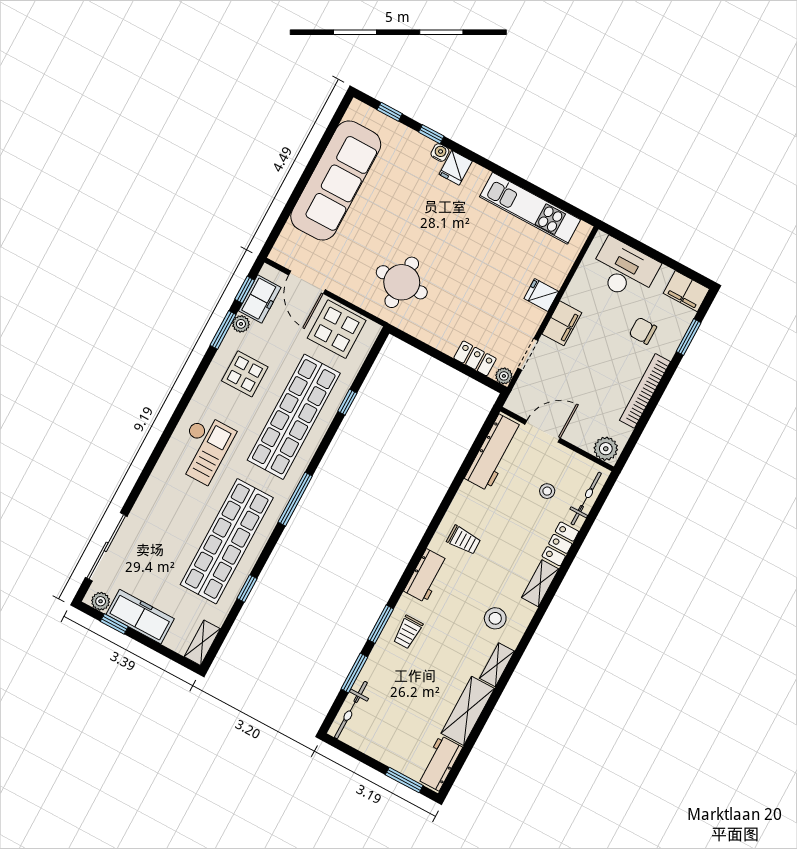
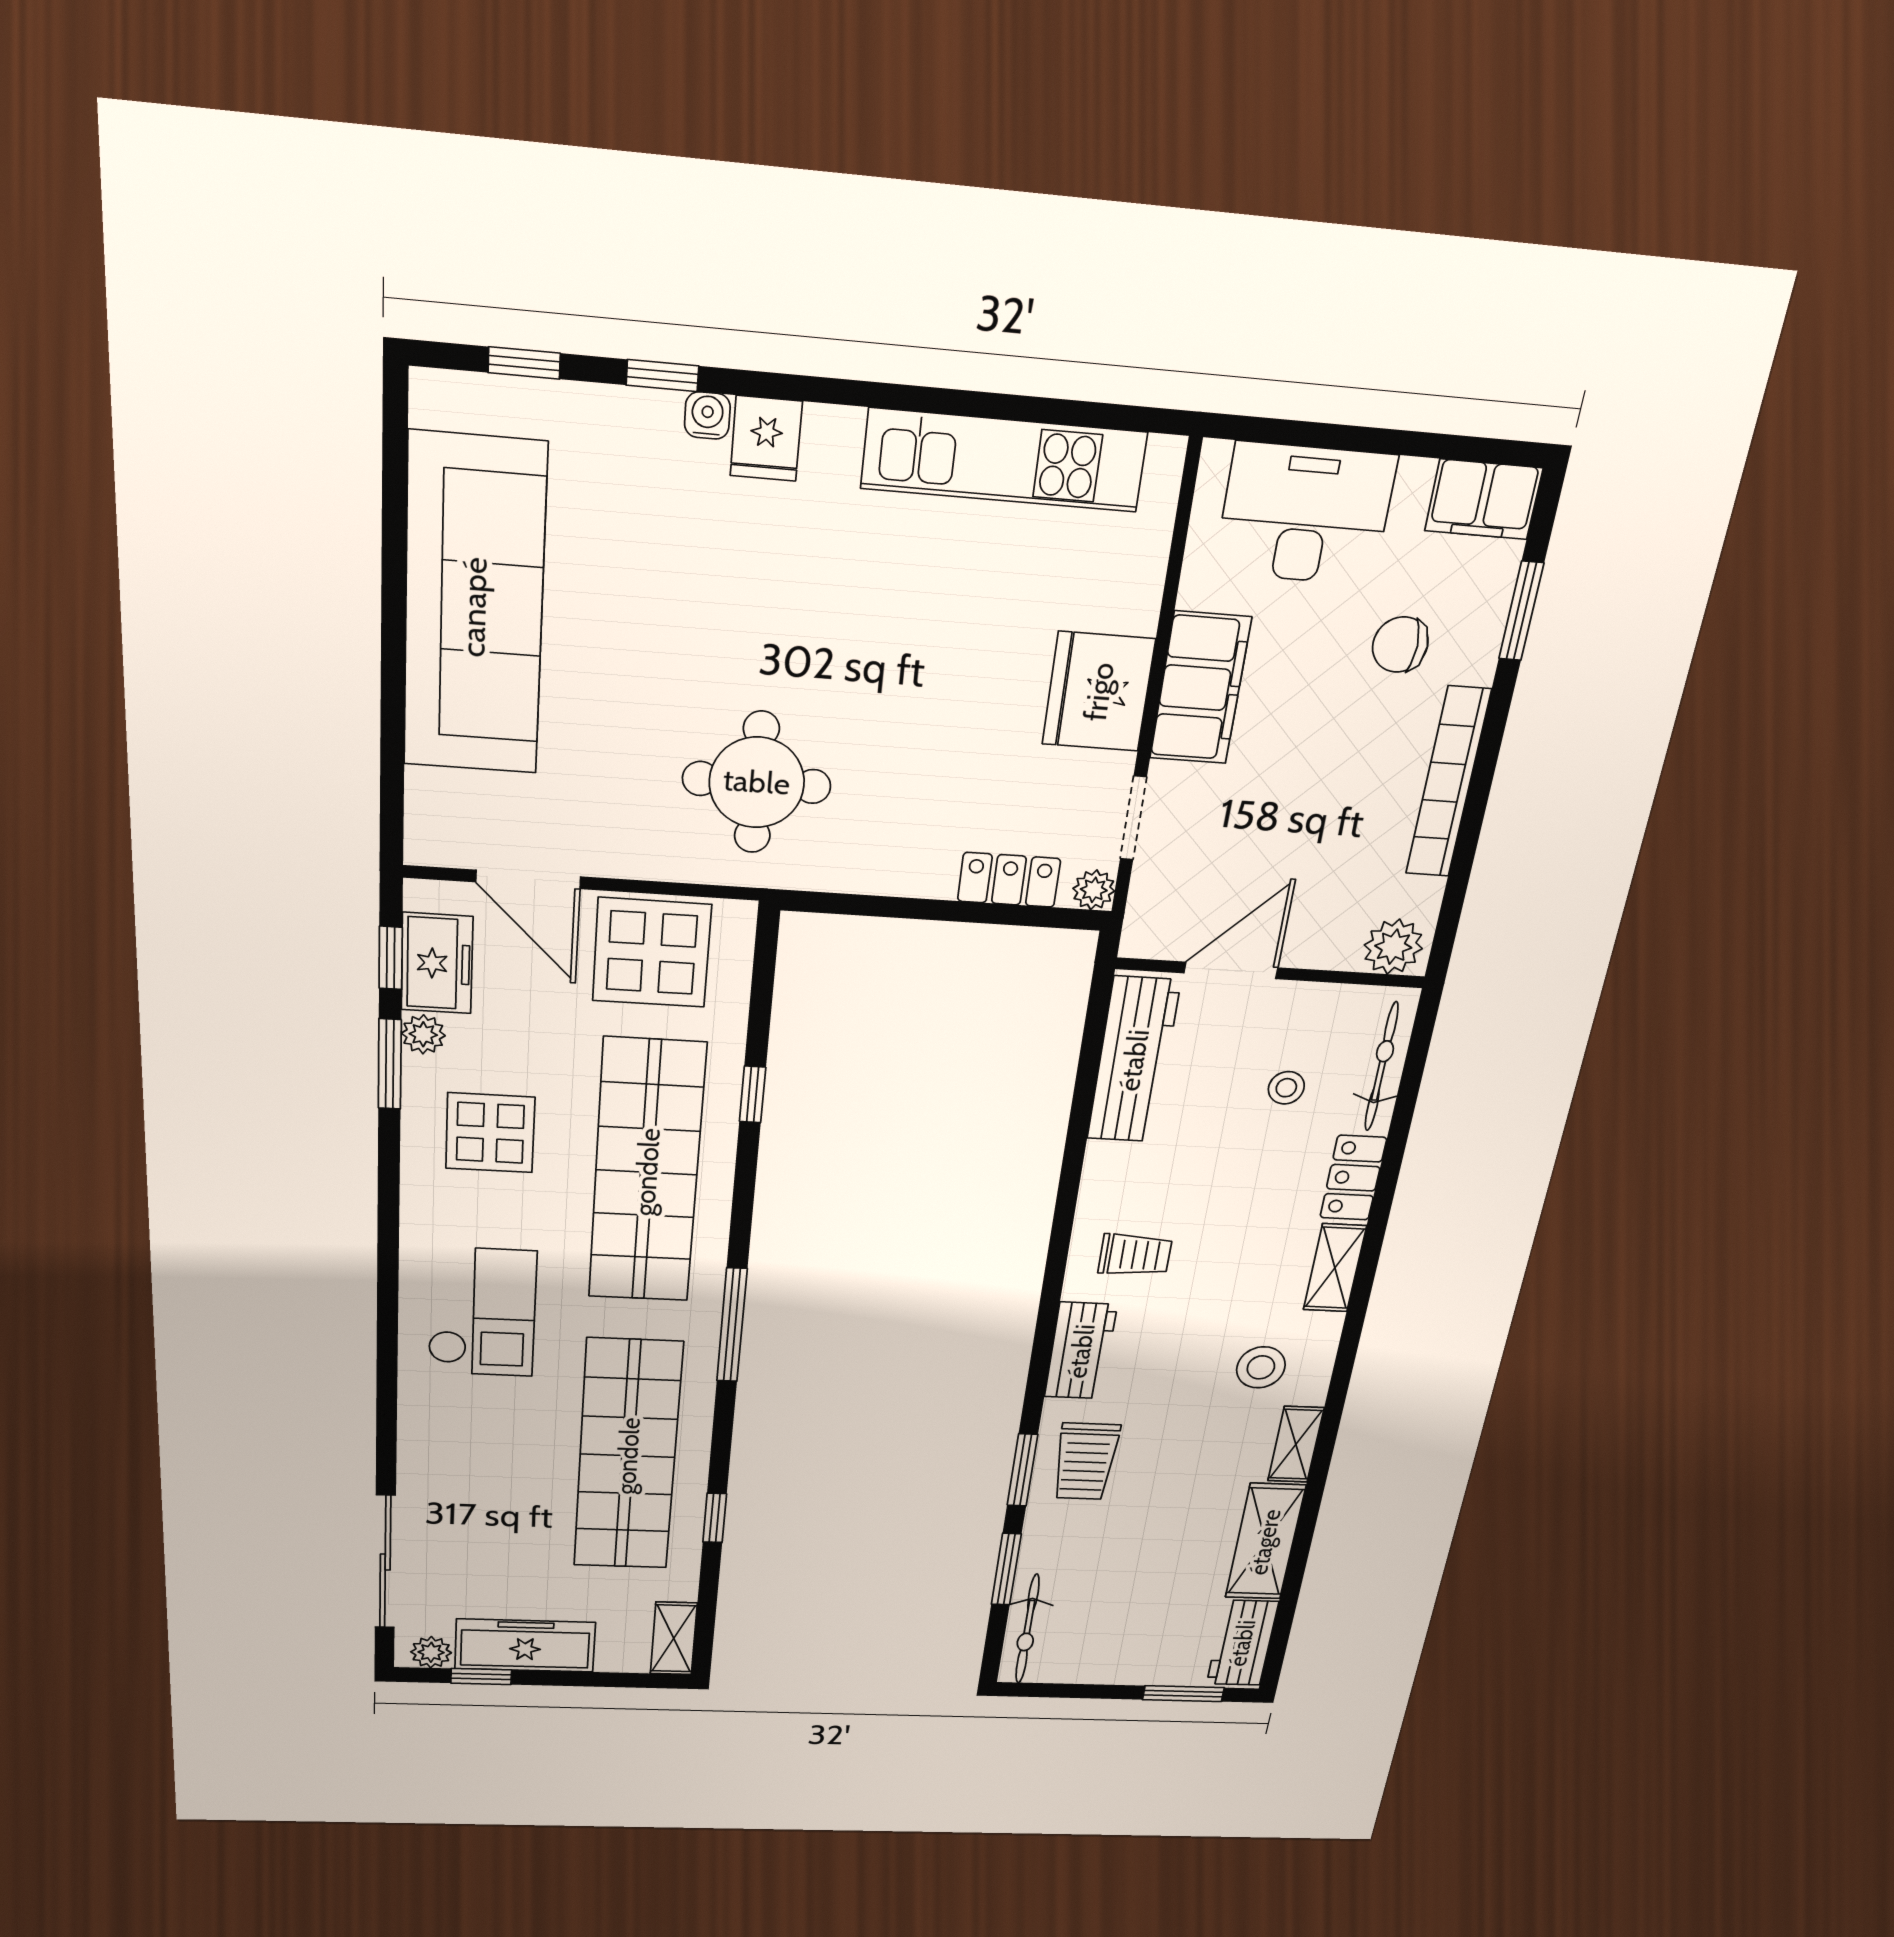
fridge: (541, 295) -> (1099, 692), width x1.88, depth x1.34
filing cabinet: (562, 323) -> (1200, 688), width x1.50, depth x1.17
trolley: (408, 632) -> (1085, 1461), width x1.36, depth x1.39

